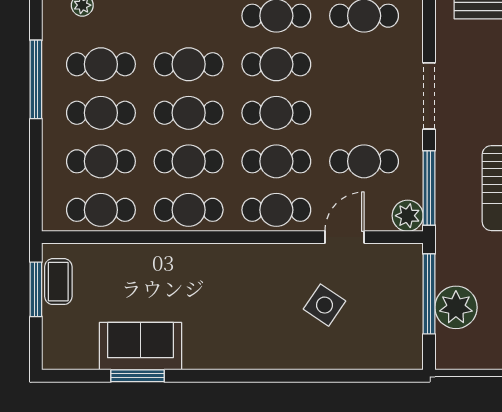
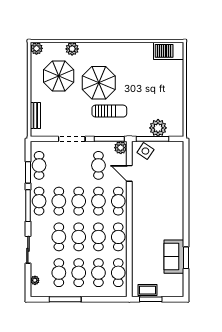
side table: (325, 305) -> (145, 151), moved

